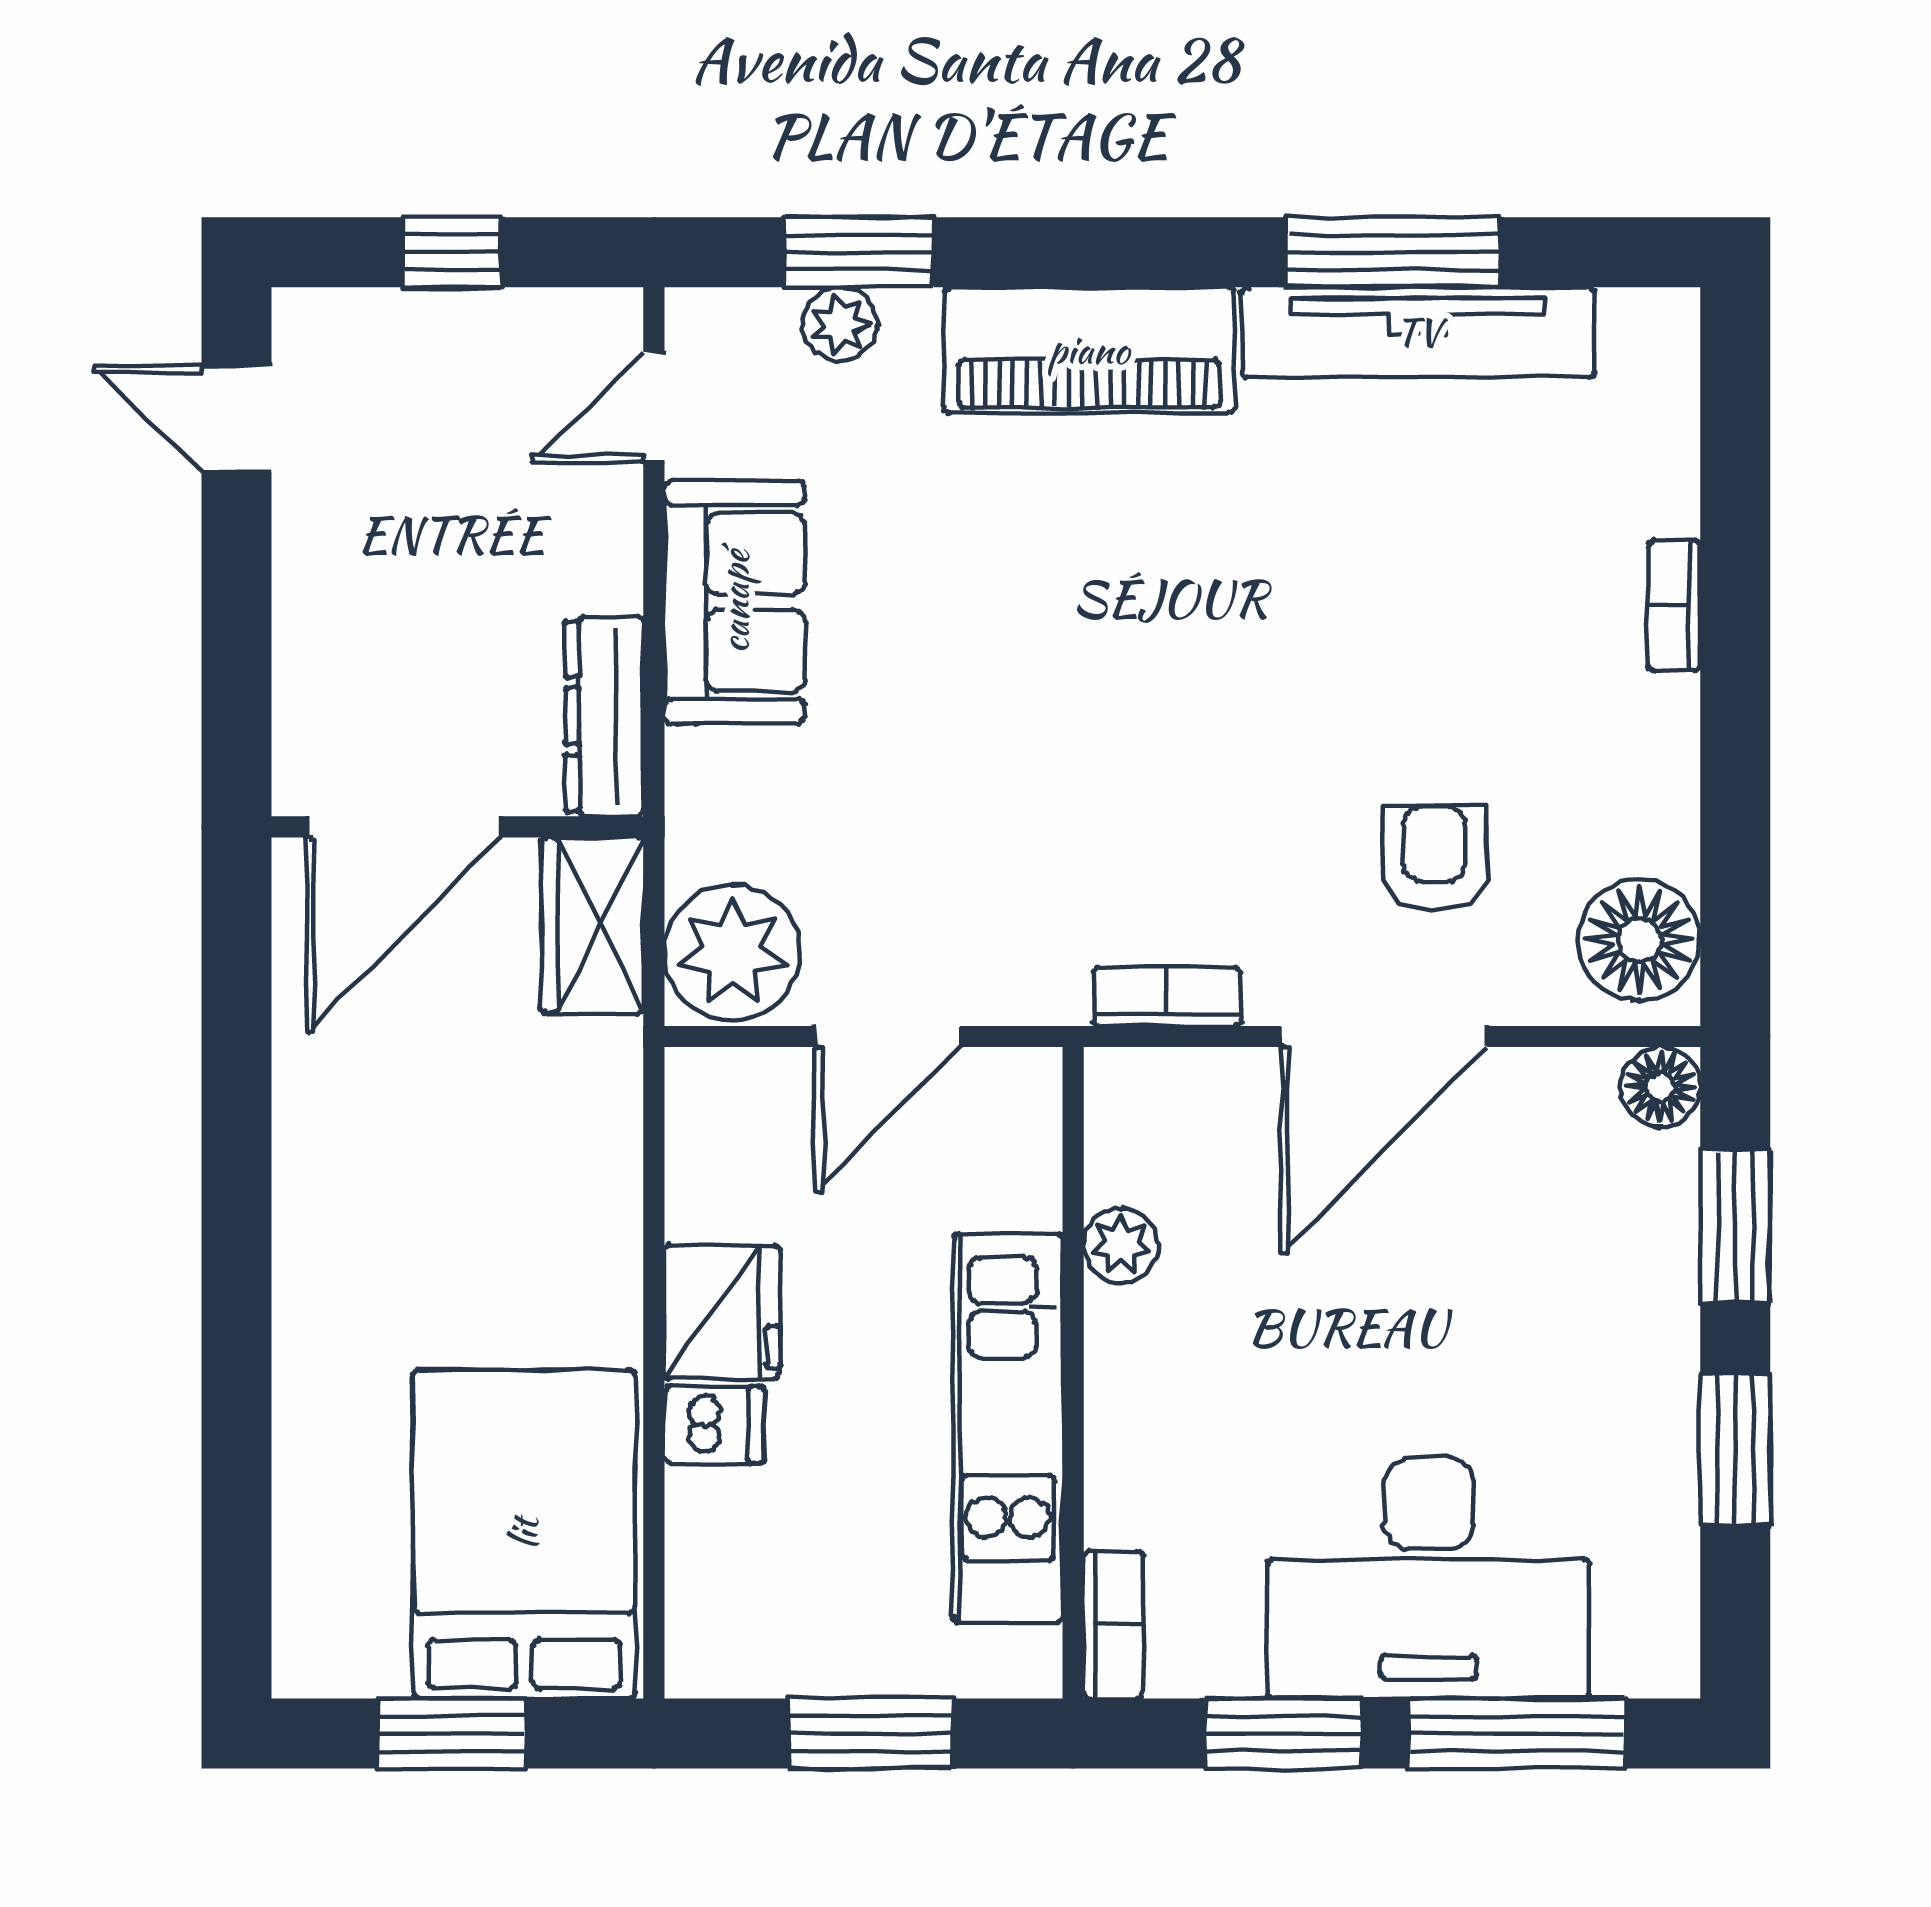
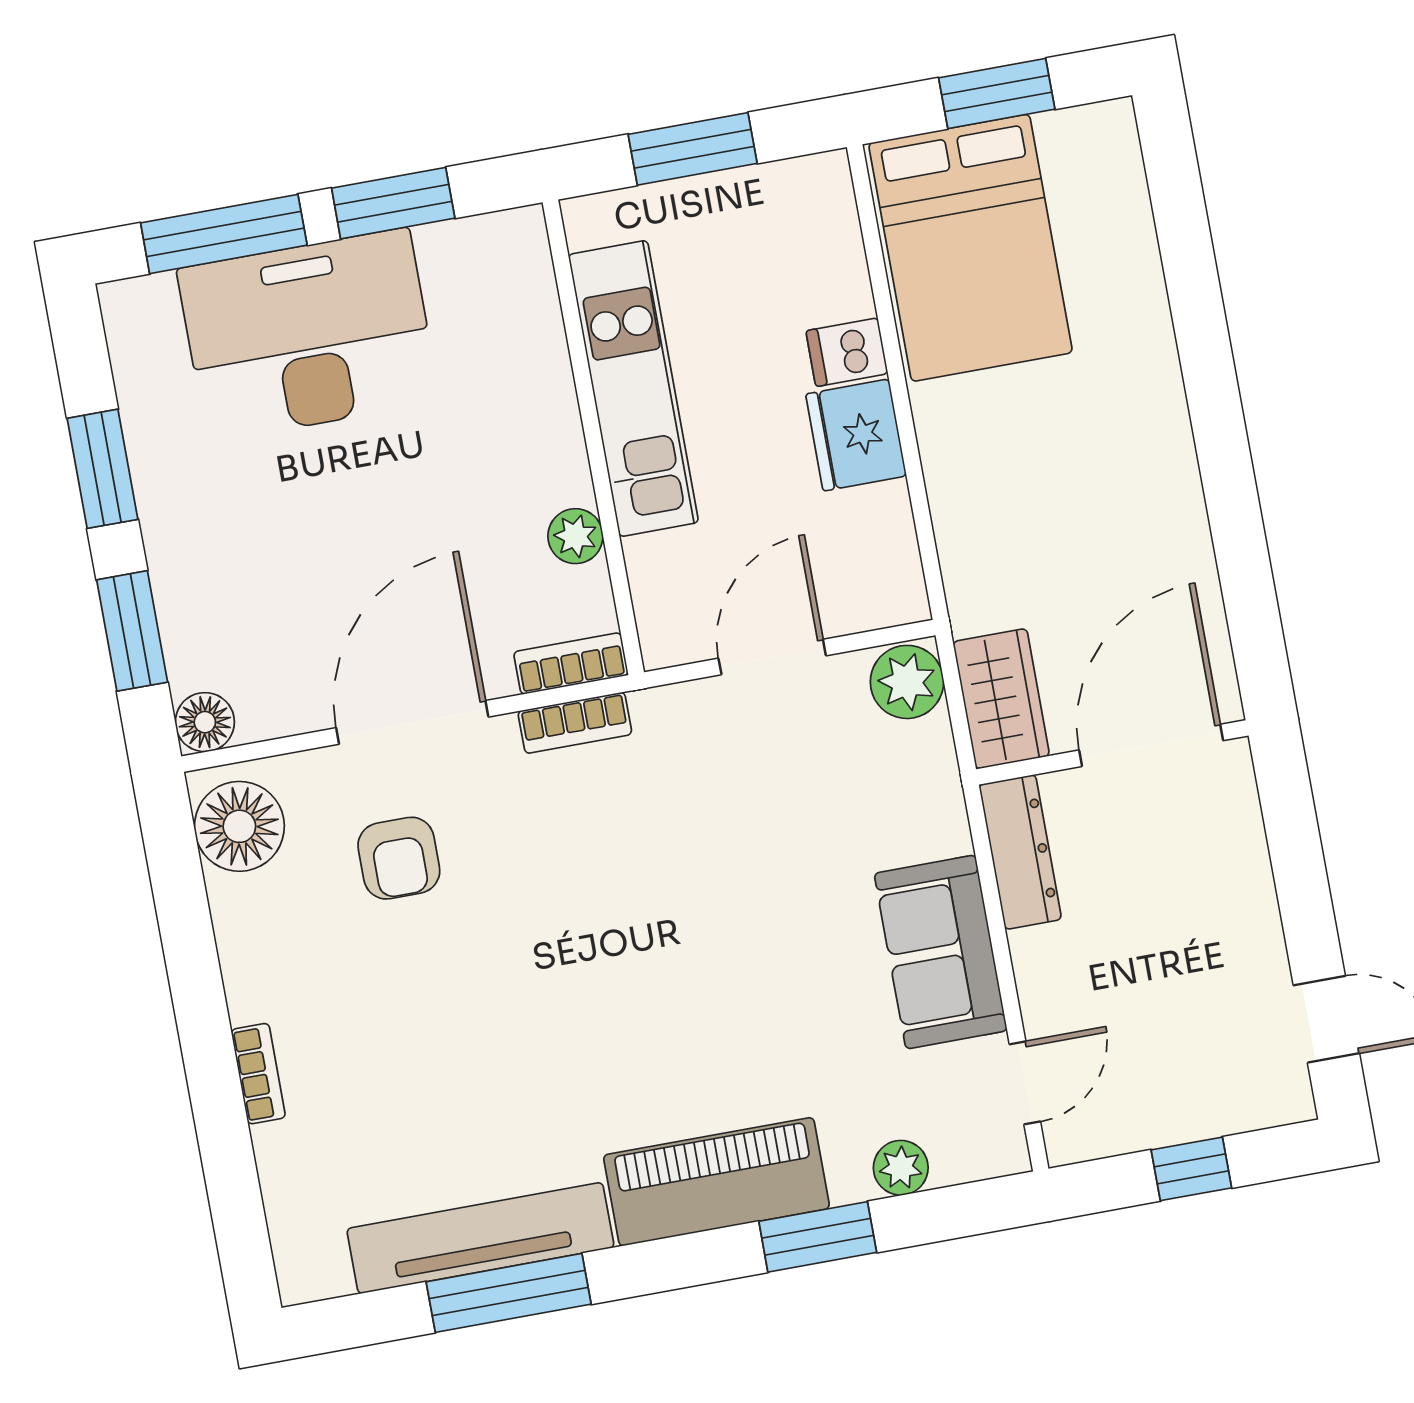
window: (859, 252) -> (818, 1237), moved
plant: (732, 953) -> (907, 682), width x0.73, depth x0.73
bookcase: (1113, 1624) -> (571, 663), moved, turned 90

